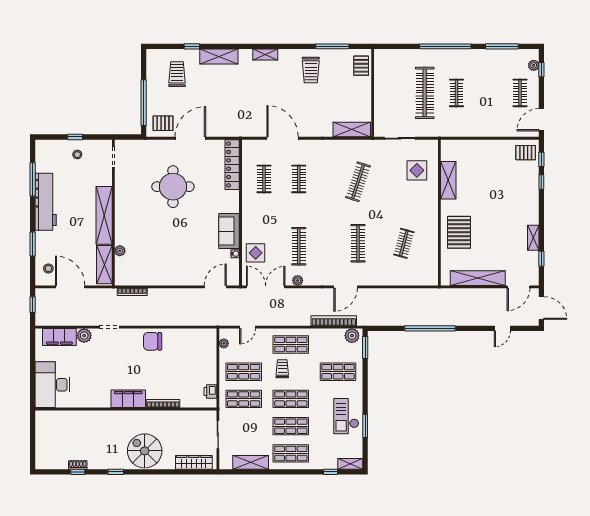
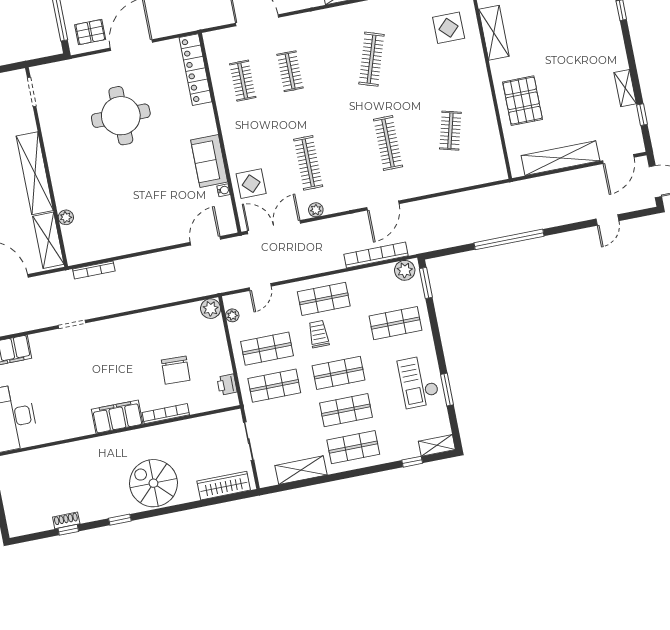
plant: (84, 336) -> (211, 309), moved
chair: (153, 341) -> (176, 370), moved, turned -88

